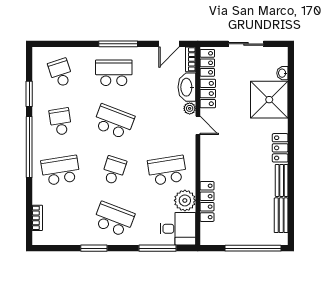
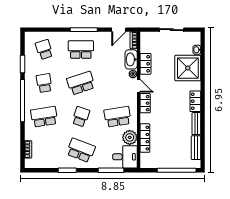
locker: (207, 63) -> (145, 103), moved
school desk: (114, 122) -> (81, 83), turned -39

